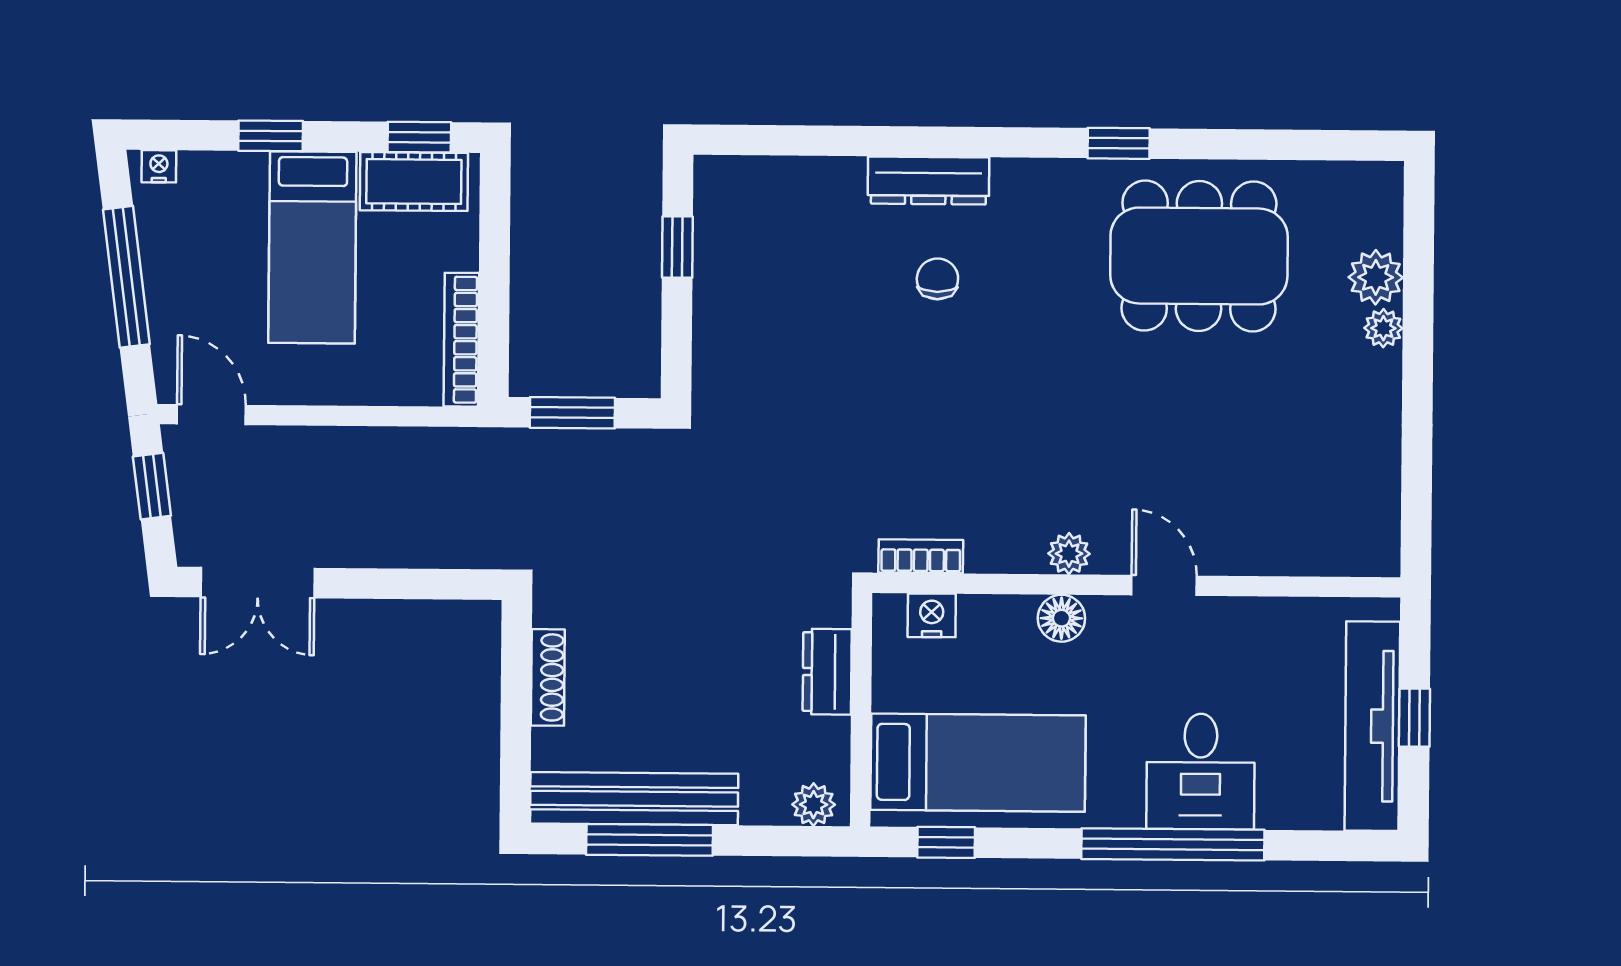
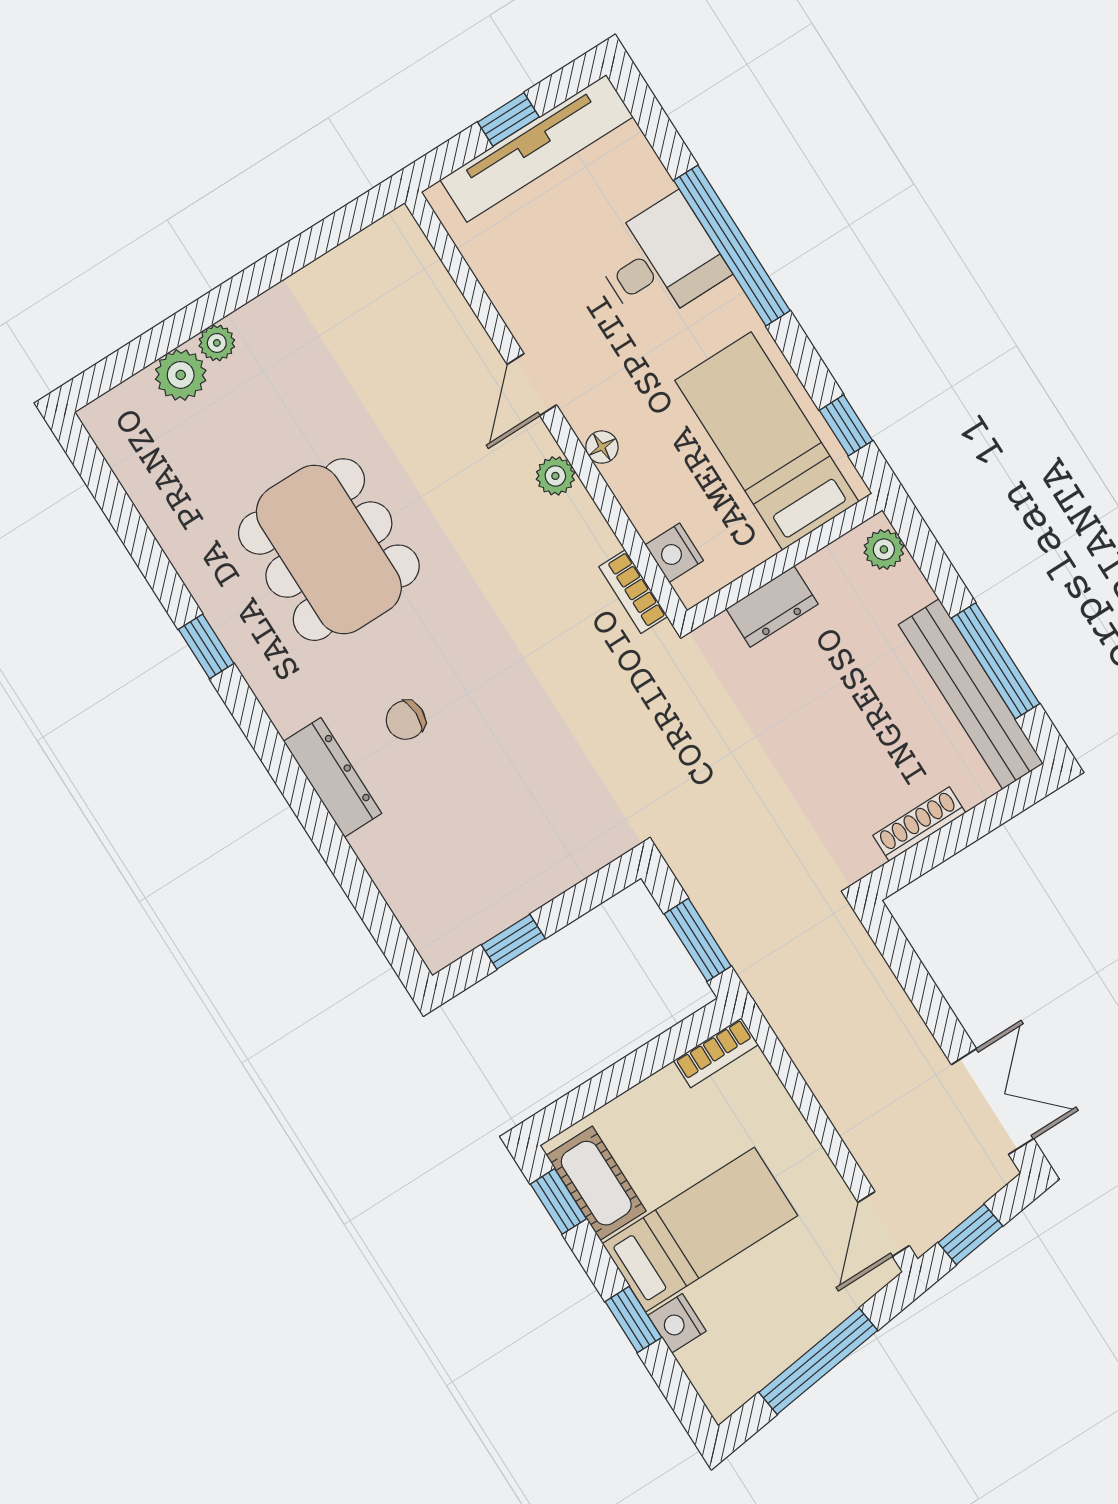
nightstand: (159, 166) -> (677, 1323), moved, width x1.39, depth x1.35
dining table: (1199, 256) -> (329, 550), moved
bookcase: (461, 340) -> (716, 1053), width x0.64
floor lamp: (1061, 618) -> (602, 447), width x0.73, depth x0.73

